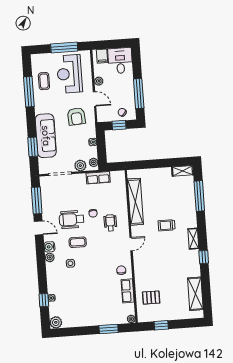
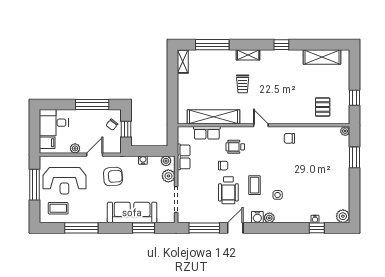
coffee table: (44, 81) -> (58, 208), moved
shelving: (193, 239) -> (248, 55), moved
row of seats: (128, 291) -> (207, 133), moved

